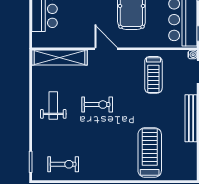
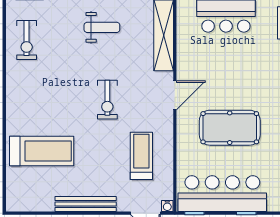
treadmill: (153, 75) -> (141, 156), turned 90
exercise bike: (97, 105) -> (107, 100), moved

